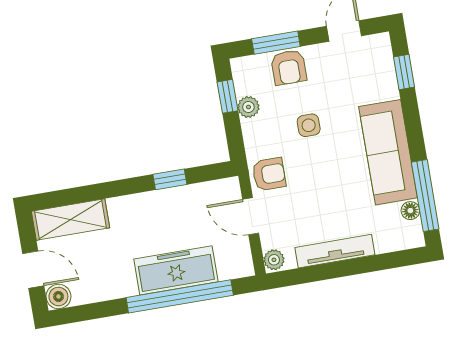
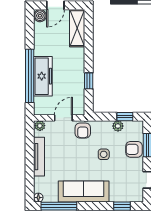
floor lamp: (410, 211) -> (38, 198), moved

